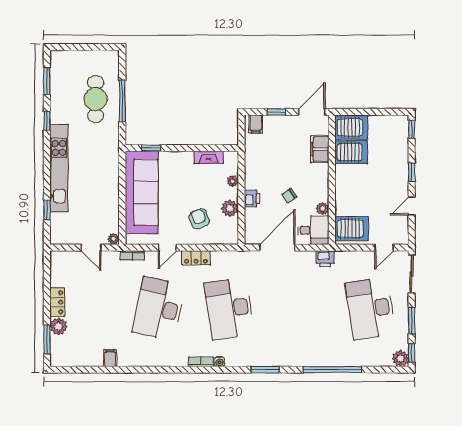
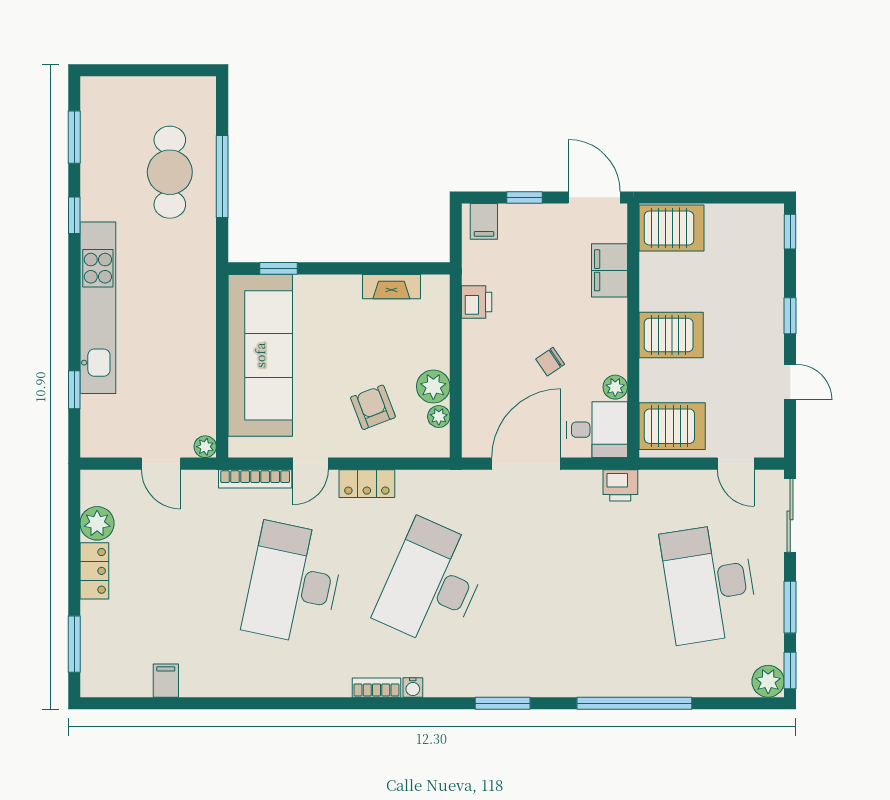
door: (312, 112) -> (594, 197), hinge flipped
server rack: (351, 152) -> (671, 335), moved
plant: (233, 181) -> (439, 417), moved
printer: (252, 198) -> (477, 302), moved
door: (412, 206) -> (790, 382), swing flipped
door: (384, 248) -> (736, 464), hinge flipped
bookcase: (132, 255) -> (255, 479), width x1.56
desk: (229, 309) -> (432, 583), turned 33
plant: (59, 326) -> (97, 523), moved
filing cabinet: (110, 358) -> (166, 681), moved

